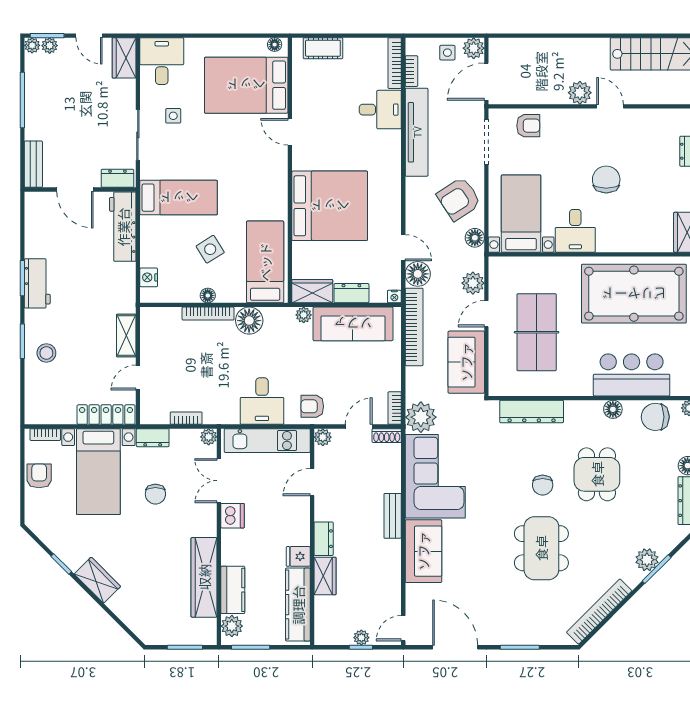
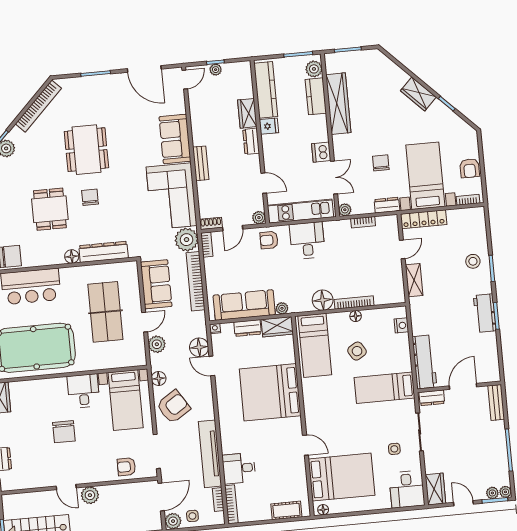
door: (75, 189) -> (463, 386), hinge flipped
bookcase: (414, 327) -> (196, 281), moved
armchair: (312, 406) -> (269, 240), turned 180
floor lamp: (613, 409) -> (72, 256), moved
door: (312, 482) -> (264, 183), hinge flipped

